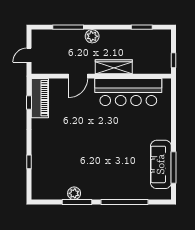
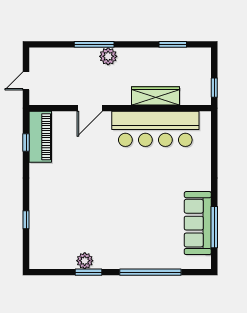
window: (68, 27) -> (94, 44), moved
wardrobe: (114, 67) -> (155, 96), moved
window: (77, 202) -> (89, 272), width x0.69

